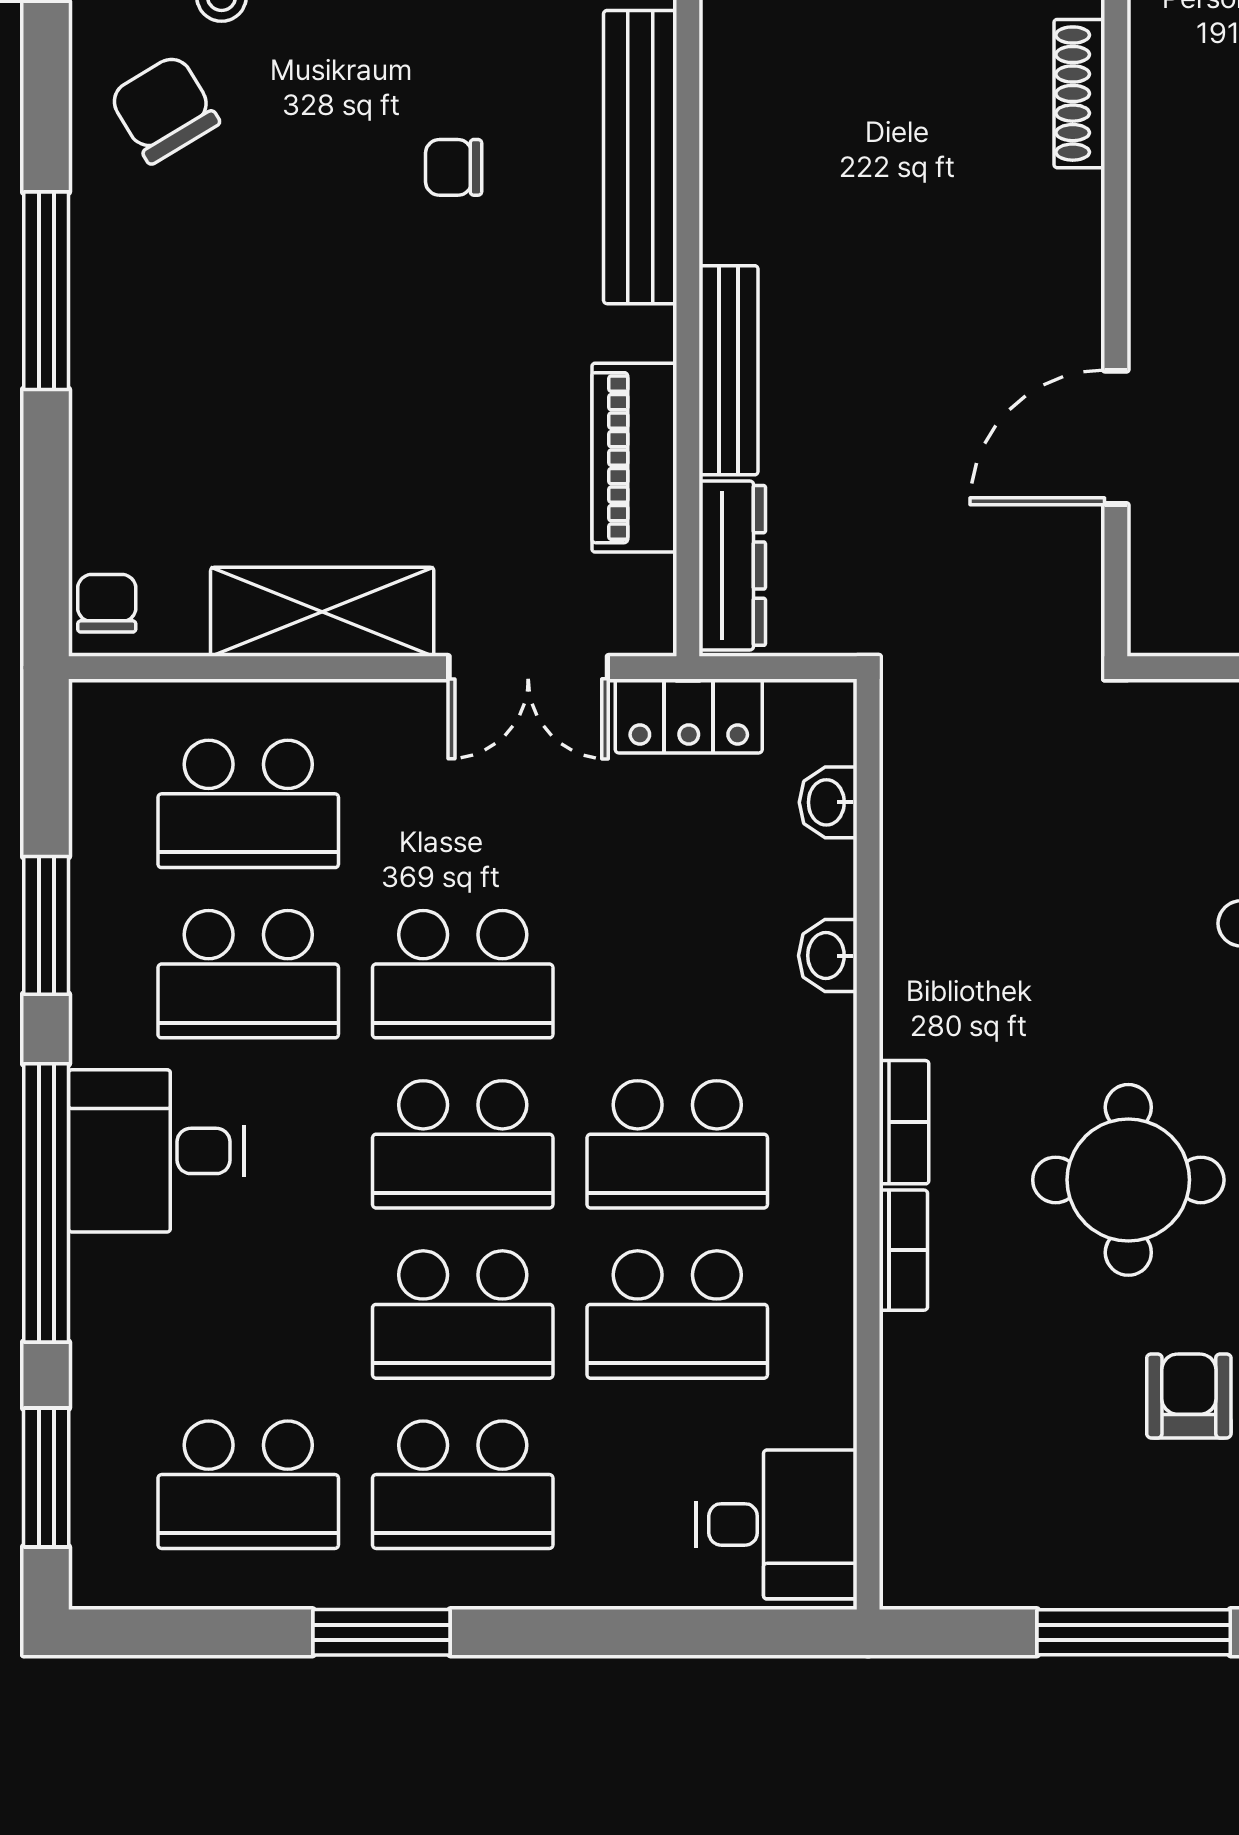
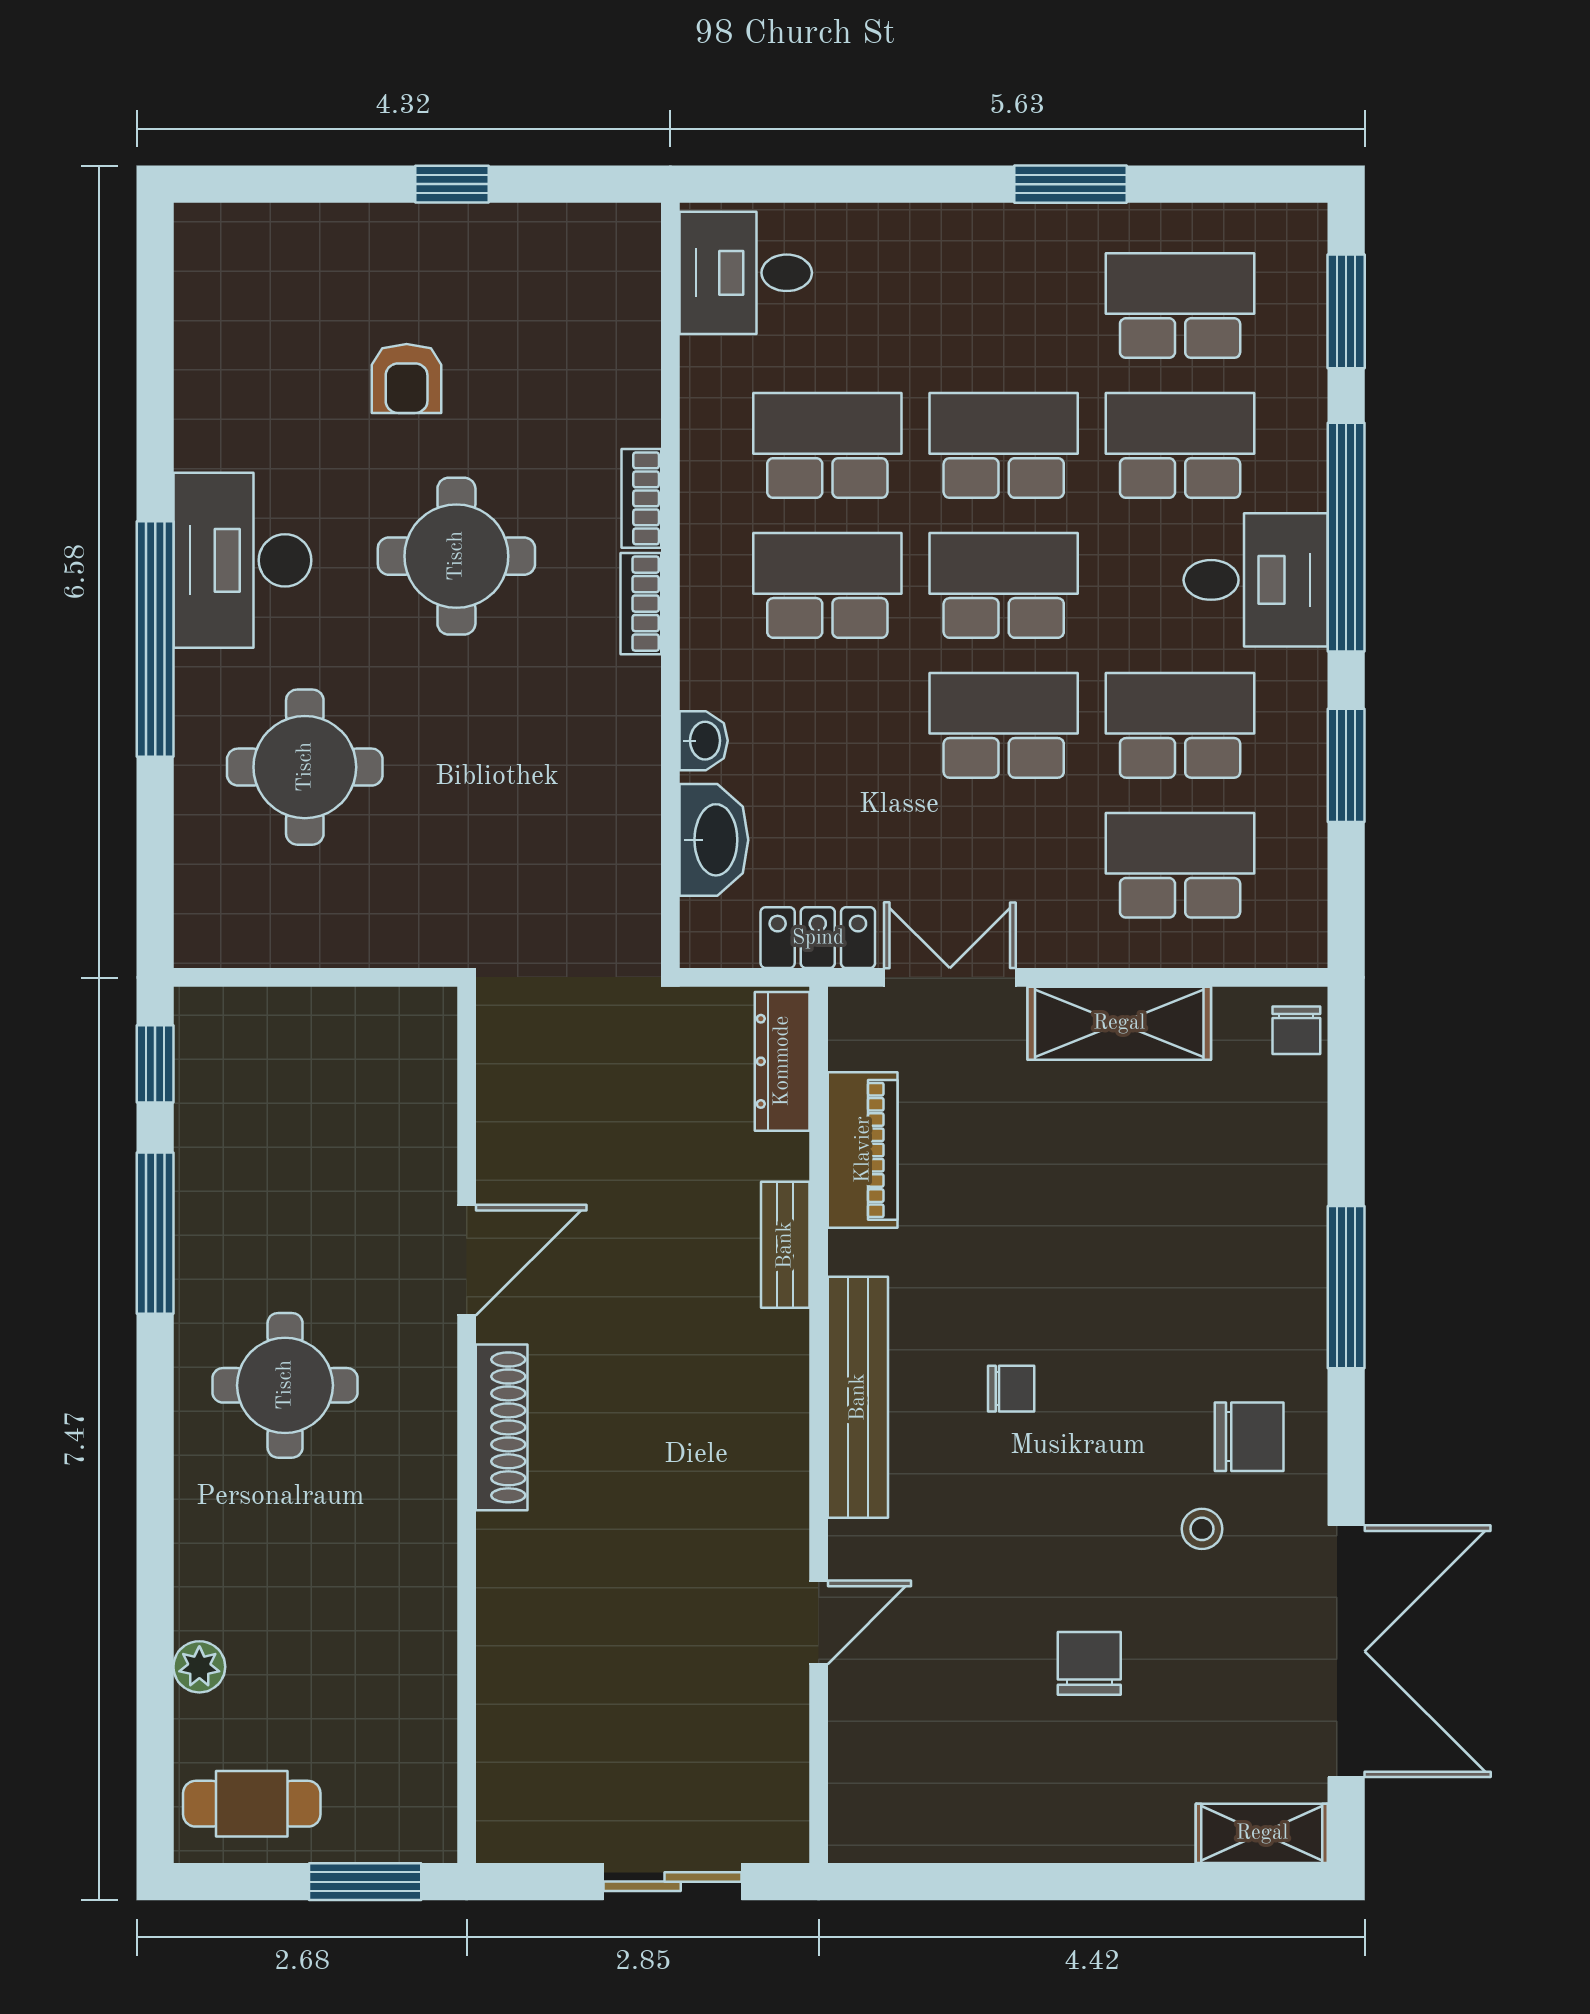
shoe rack: (1079, 94) -> (502, 1427), width x1.36, depth x1.24
chair: (164, 109) -> (1249, 1437), turned -59
bench: (728, 370) -> (785, 1245), width x0.73
door: (1116, 437) -> (467, 1260), moved
washbasin: (828, 802) -> (714, 840), width x1.91, depth x1.45
school desk: (463, 1485) -> (1180, 445), moved
window: (1134, 1632) -> (452, 184), width x0.46

